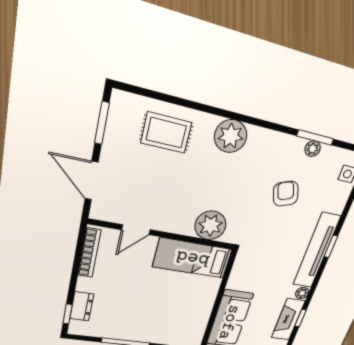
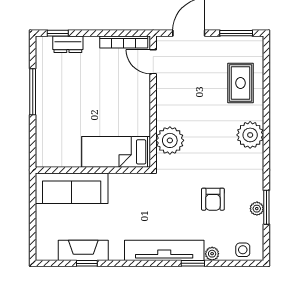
armchair: (286, 194) -> (213, 199), turned 110
door: (136, 230) -> (153, 62), moved
window: (331, 246) -> (193, 263), moved
bed: (193, 258) -> (116, 152), moved, turned -90
plant: (302, 293) -> (212, 254), moved

